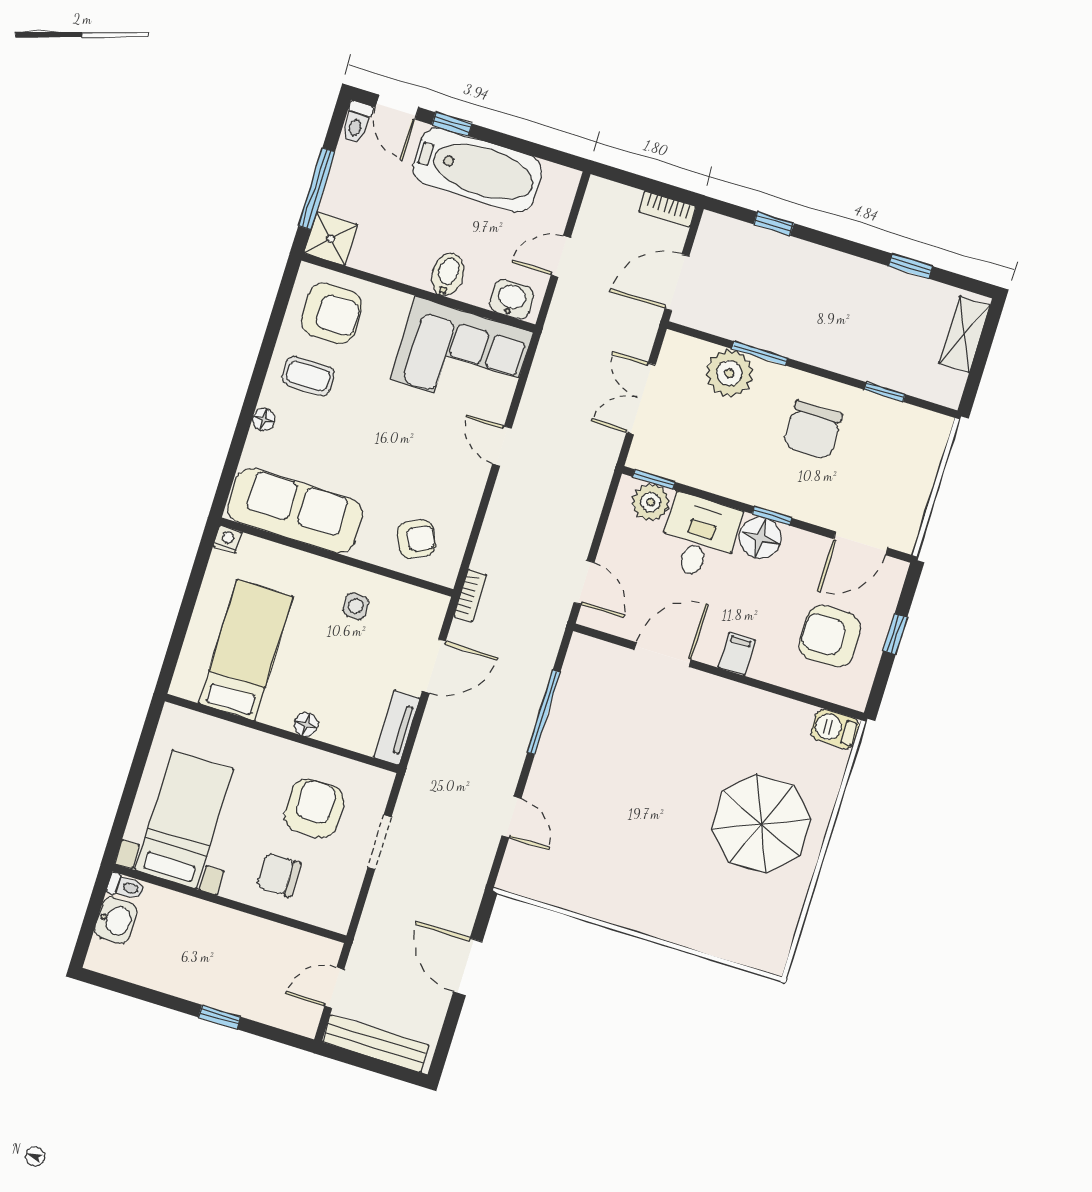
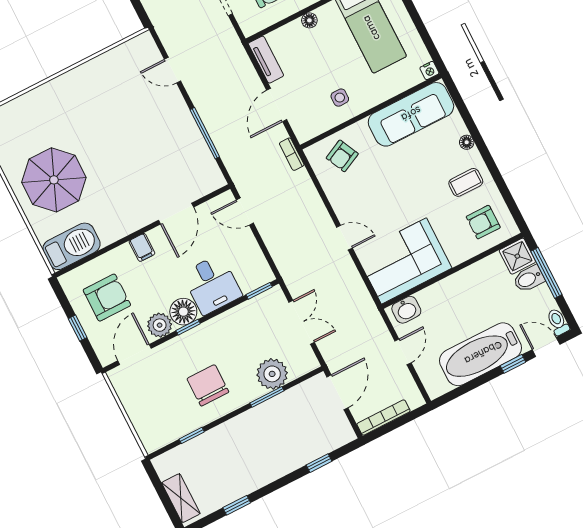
bookcase: (667, 209) -> (384, 418), width x1.56
bidet: (448, 275) -> (529, 279), moved, turned 90
armchair: (332, 313) -> (483, 222), width x0.72, depth x0.72
plant: (651, 502) -> (160, 325), moved
barbecue: (835, 729) -> (72, 246), width x1.88, depth x1.53

